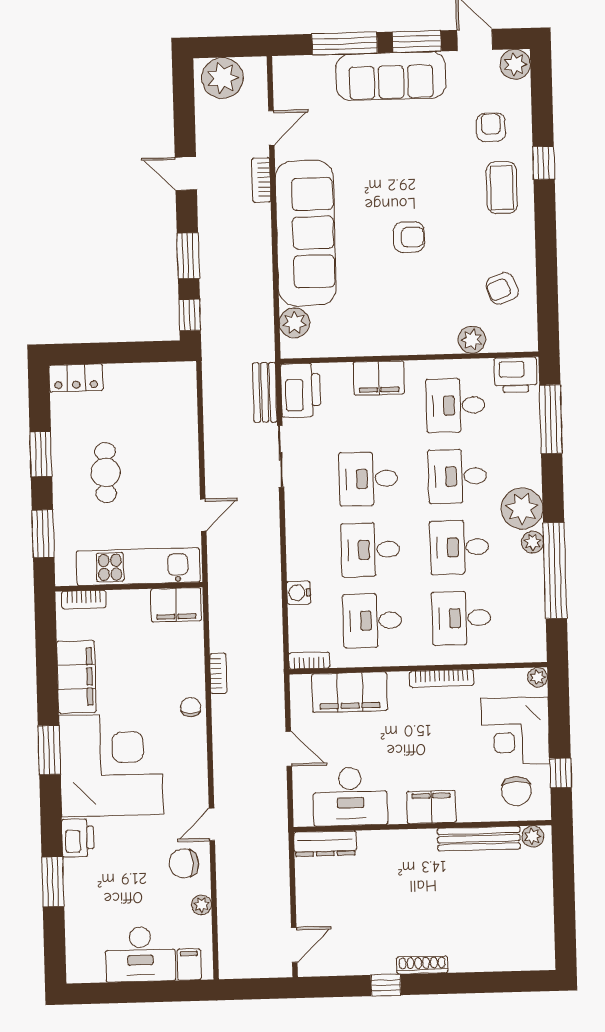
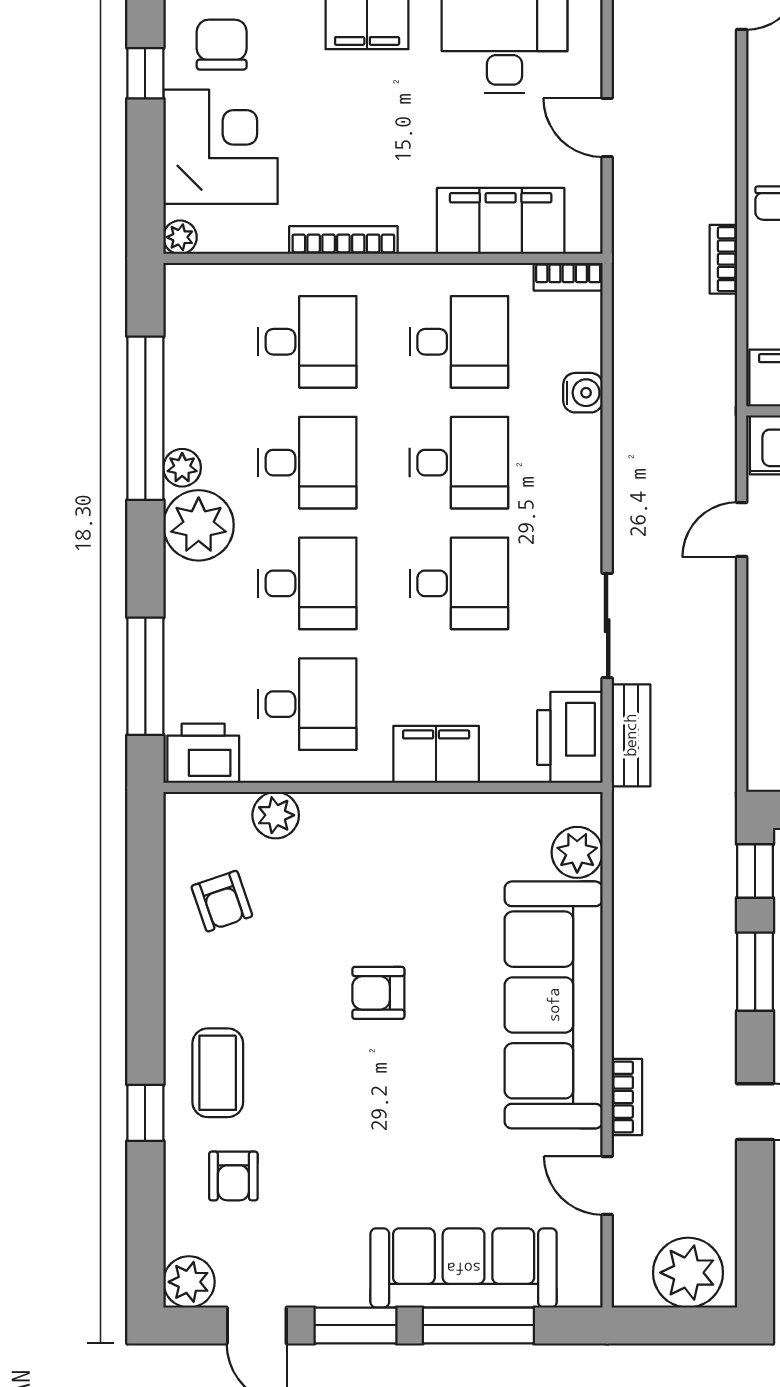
sofa: (391, 76) -> (464, 1268), moved
door: (271, 128) -> (607, 1185), hinge flipped
armchair: (502, 288) -> (222, 901), turned 91

